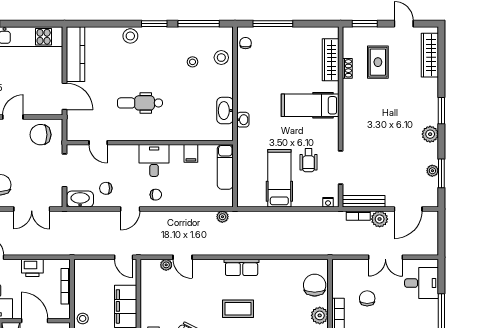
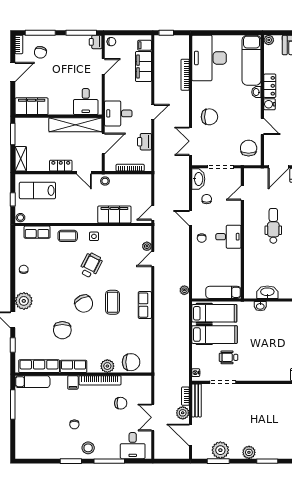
hospital bed: (310, 105) -> (214, 313), moved, turned 90
filing cabinet: (191, 153) -> (234, 265), removed
plant: (432, 171) -> (220, 450), width x1.88, depth x1.88

